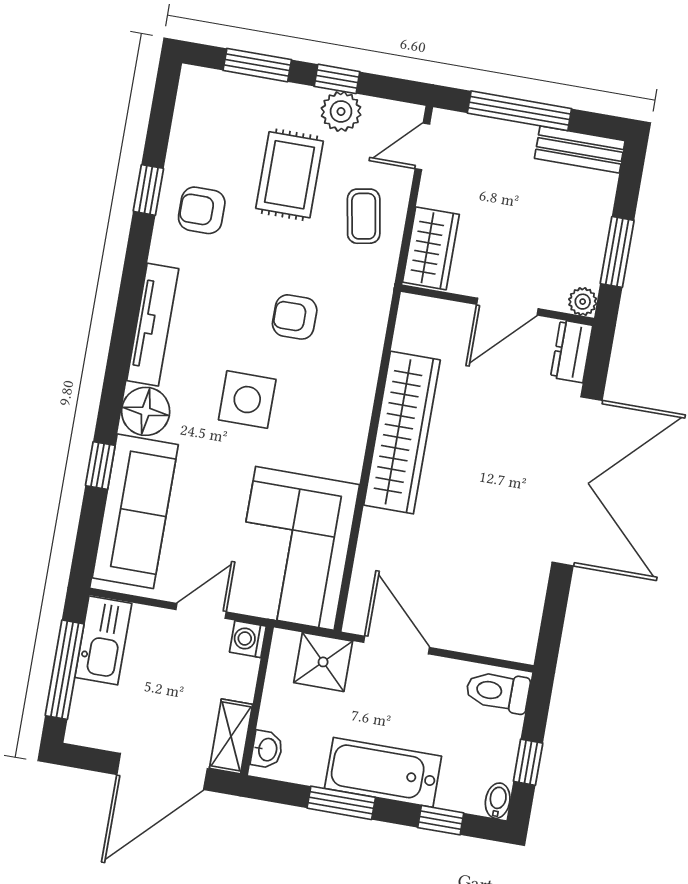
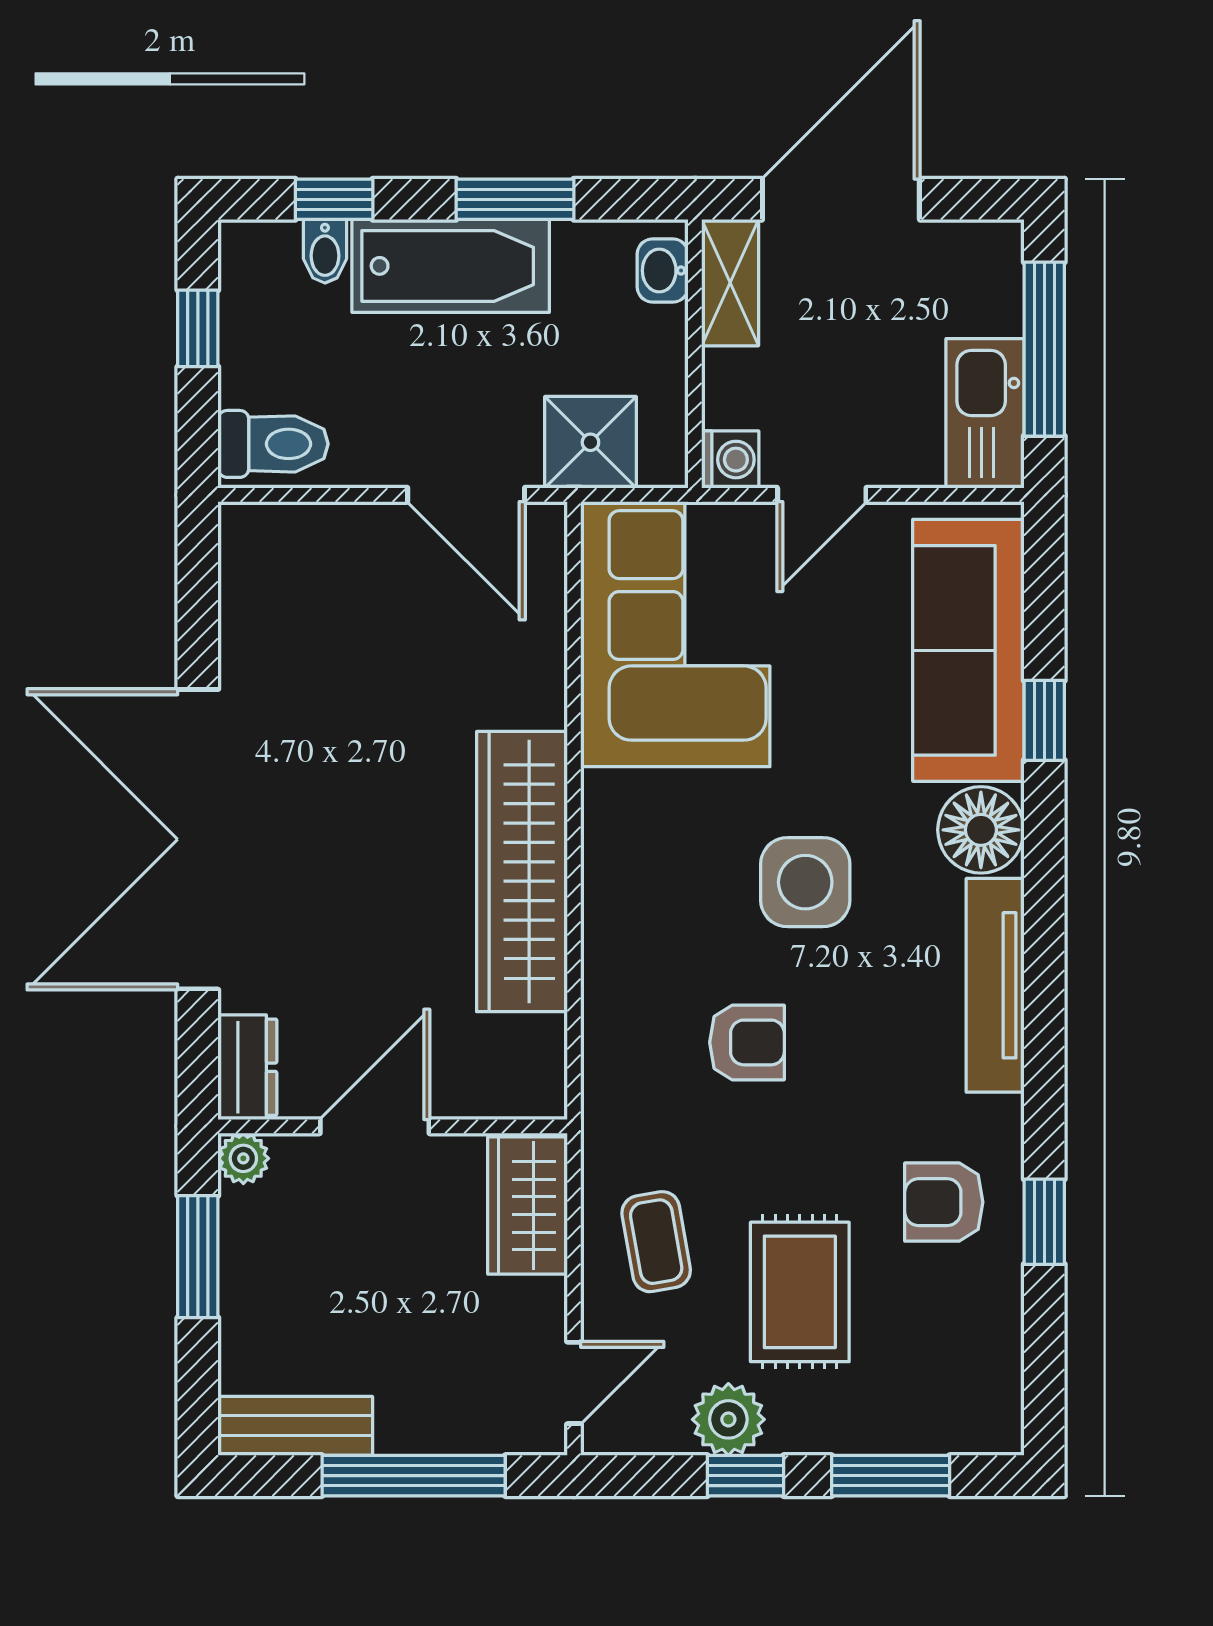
armchair: (202, 210) -> (944, 1202), turned 180
bidet: (498, 801) -> (325, 251), moved

